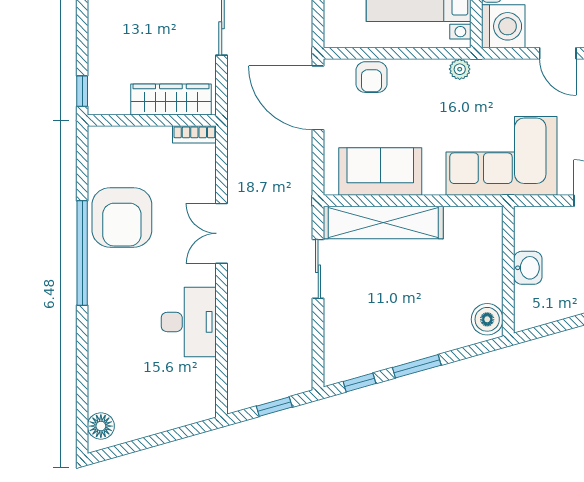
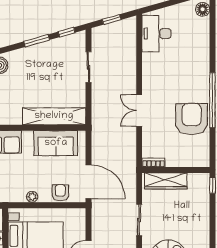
plant: (460, 69) -> (32, 197), moved
double door: (222, 233) -> (139, 111), swing flipped
sliding door: (318, 269) -> (88, 67), moved
desk: (189, 322) -> (156, 34), moved

